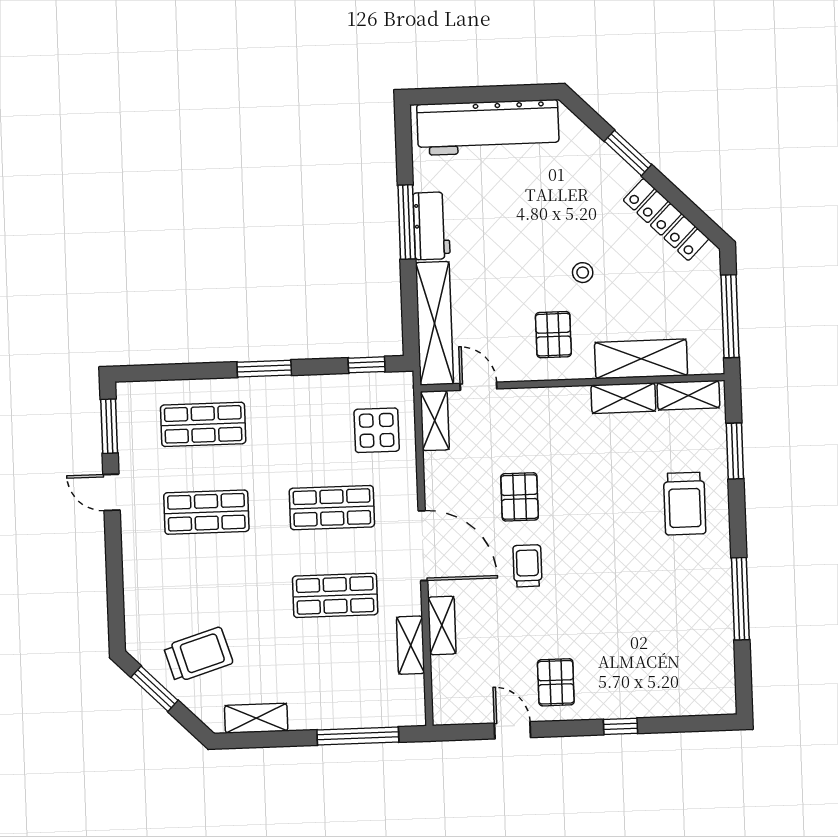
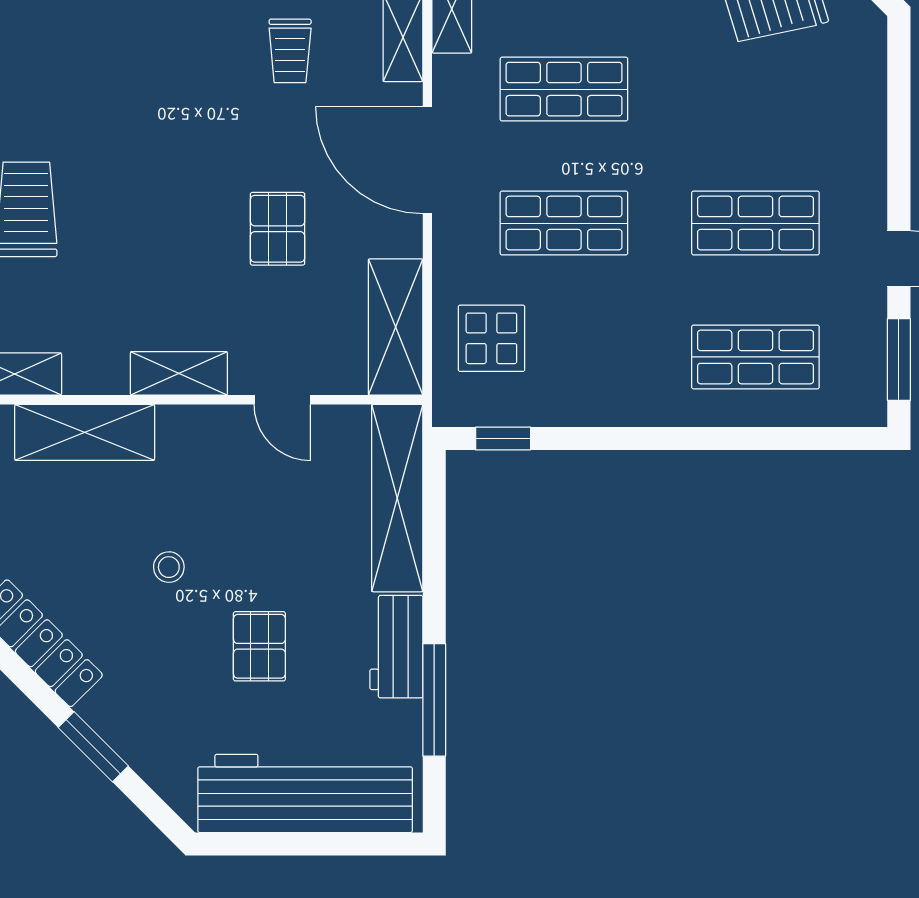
window: (407, 222) -> (434, 700), moved
pallet: (553, 335) -> (259, 646), moved
window: (264, 369) -> (659, 438), removed
door: (478, 386) -> (282, 400), moved
shelving: (623, 398) -> (179, 373), moved
shelving: (435, 421) -> (396, 327), width x1.50, depth x1.33
trolley: (527, 566) -> (290, 51), moved

